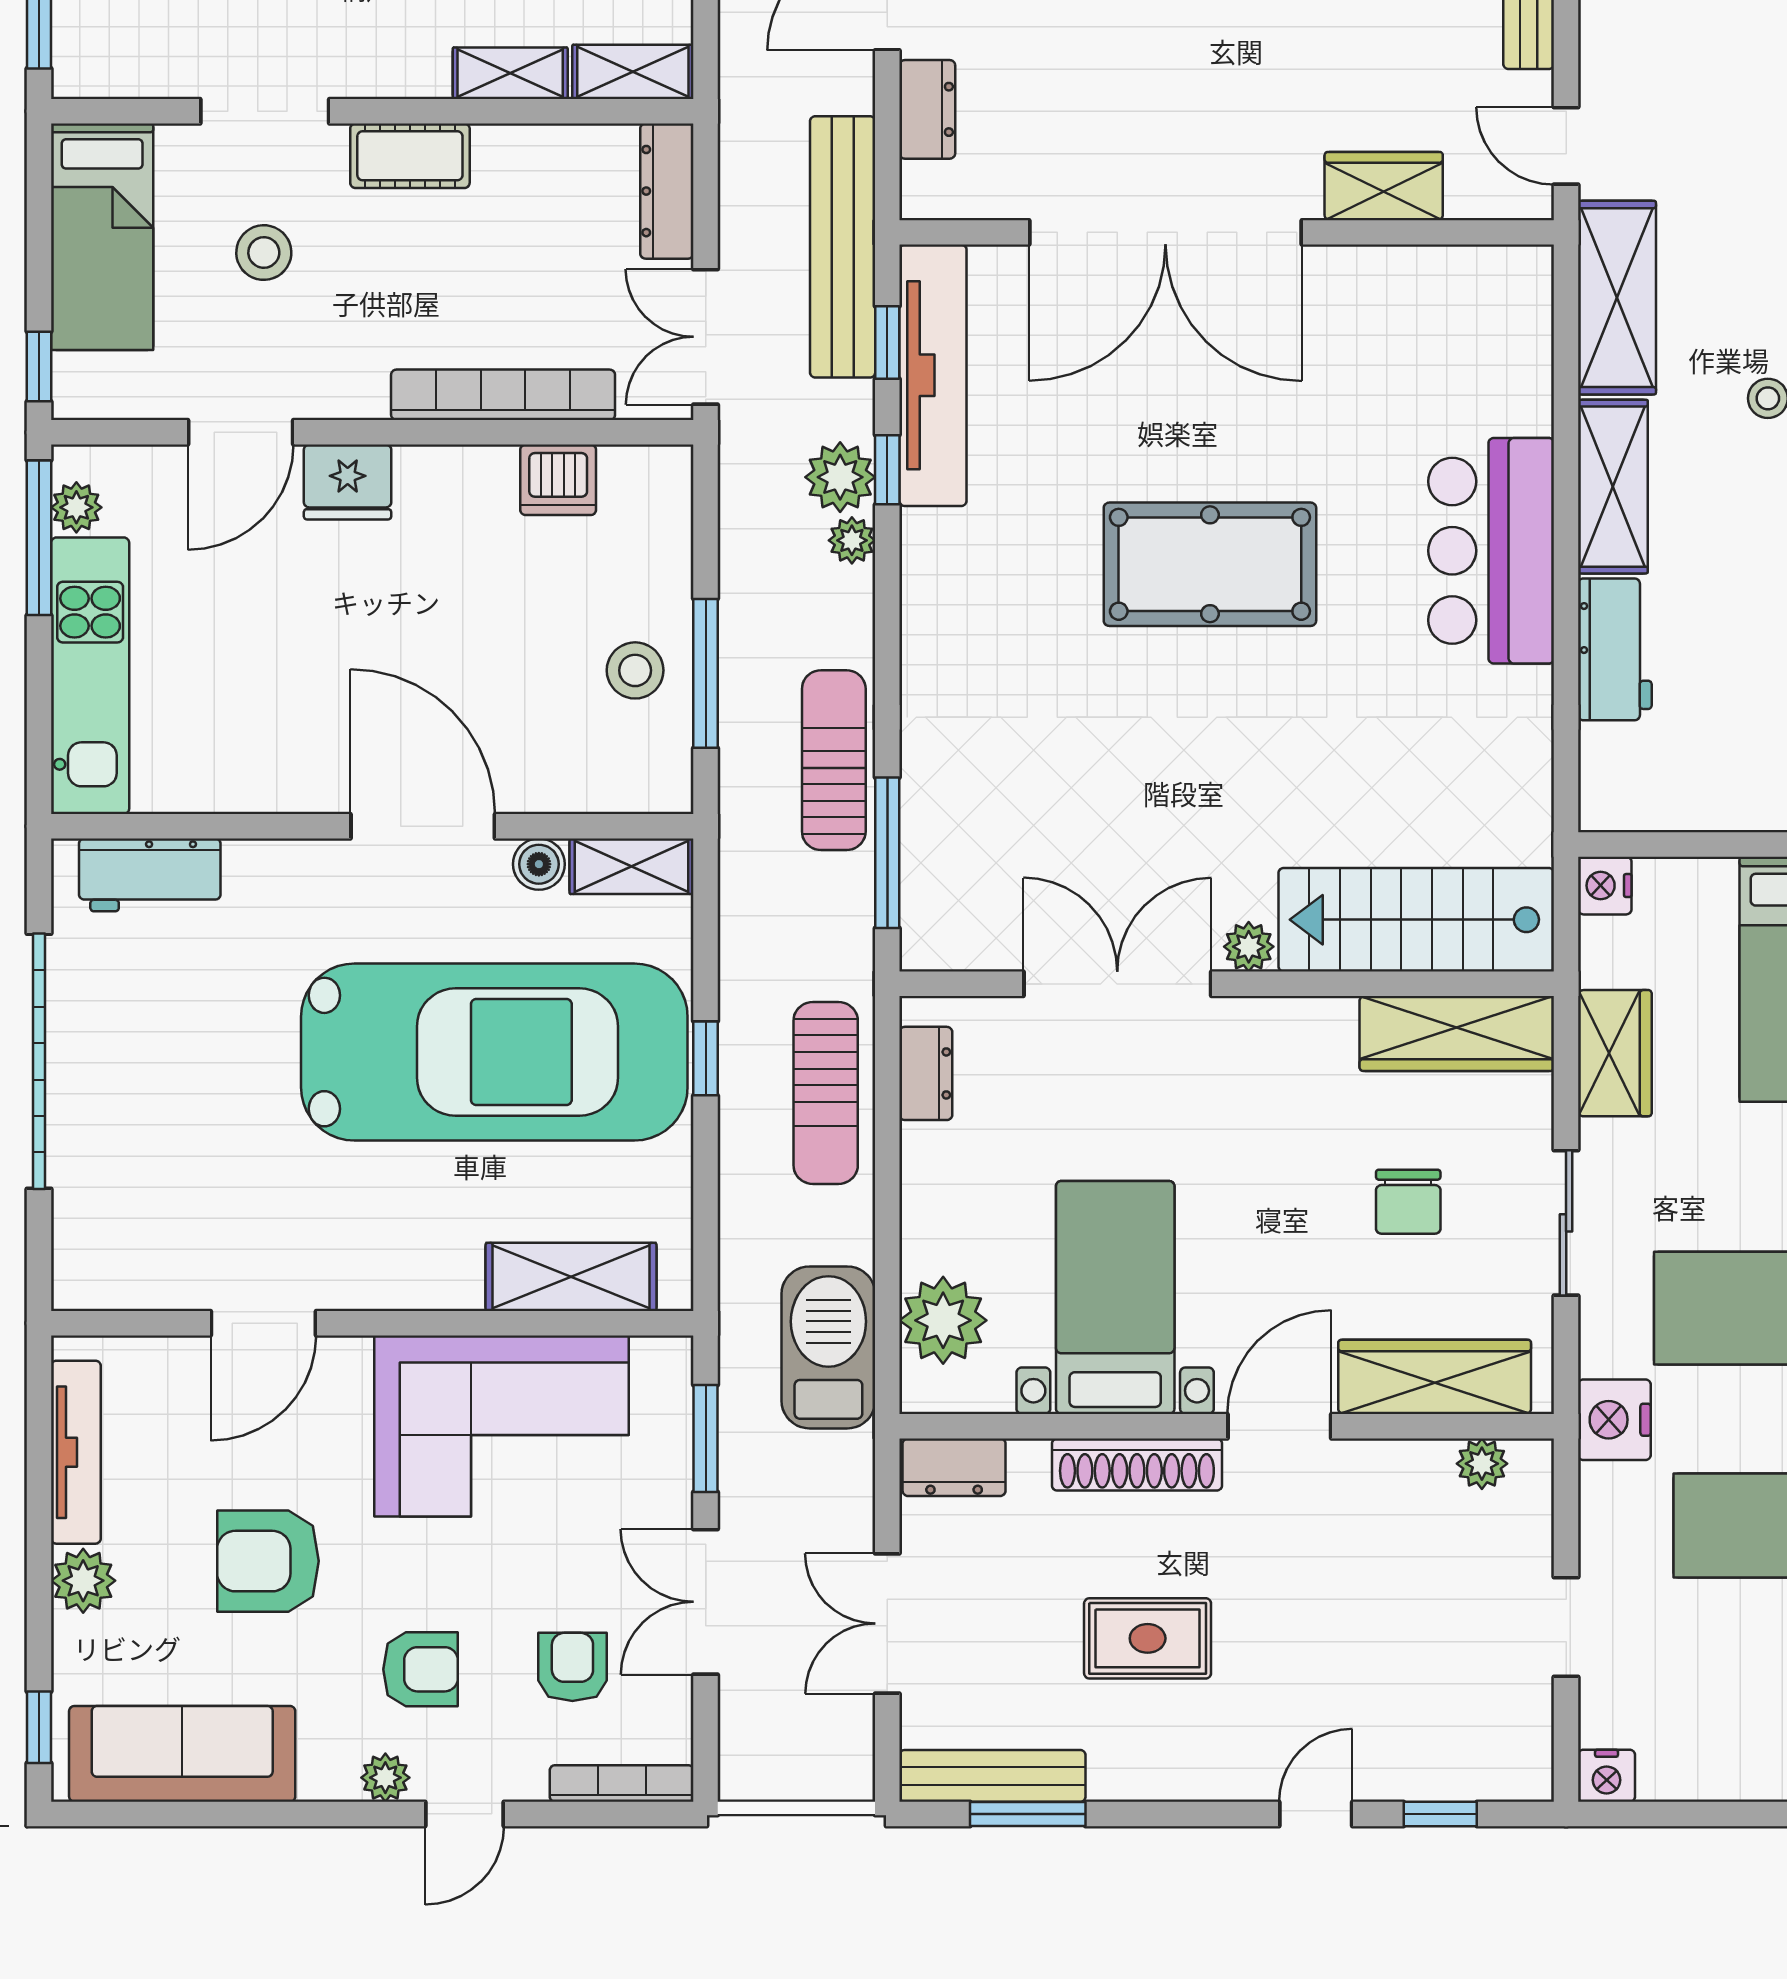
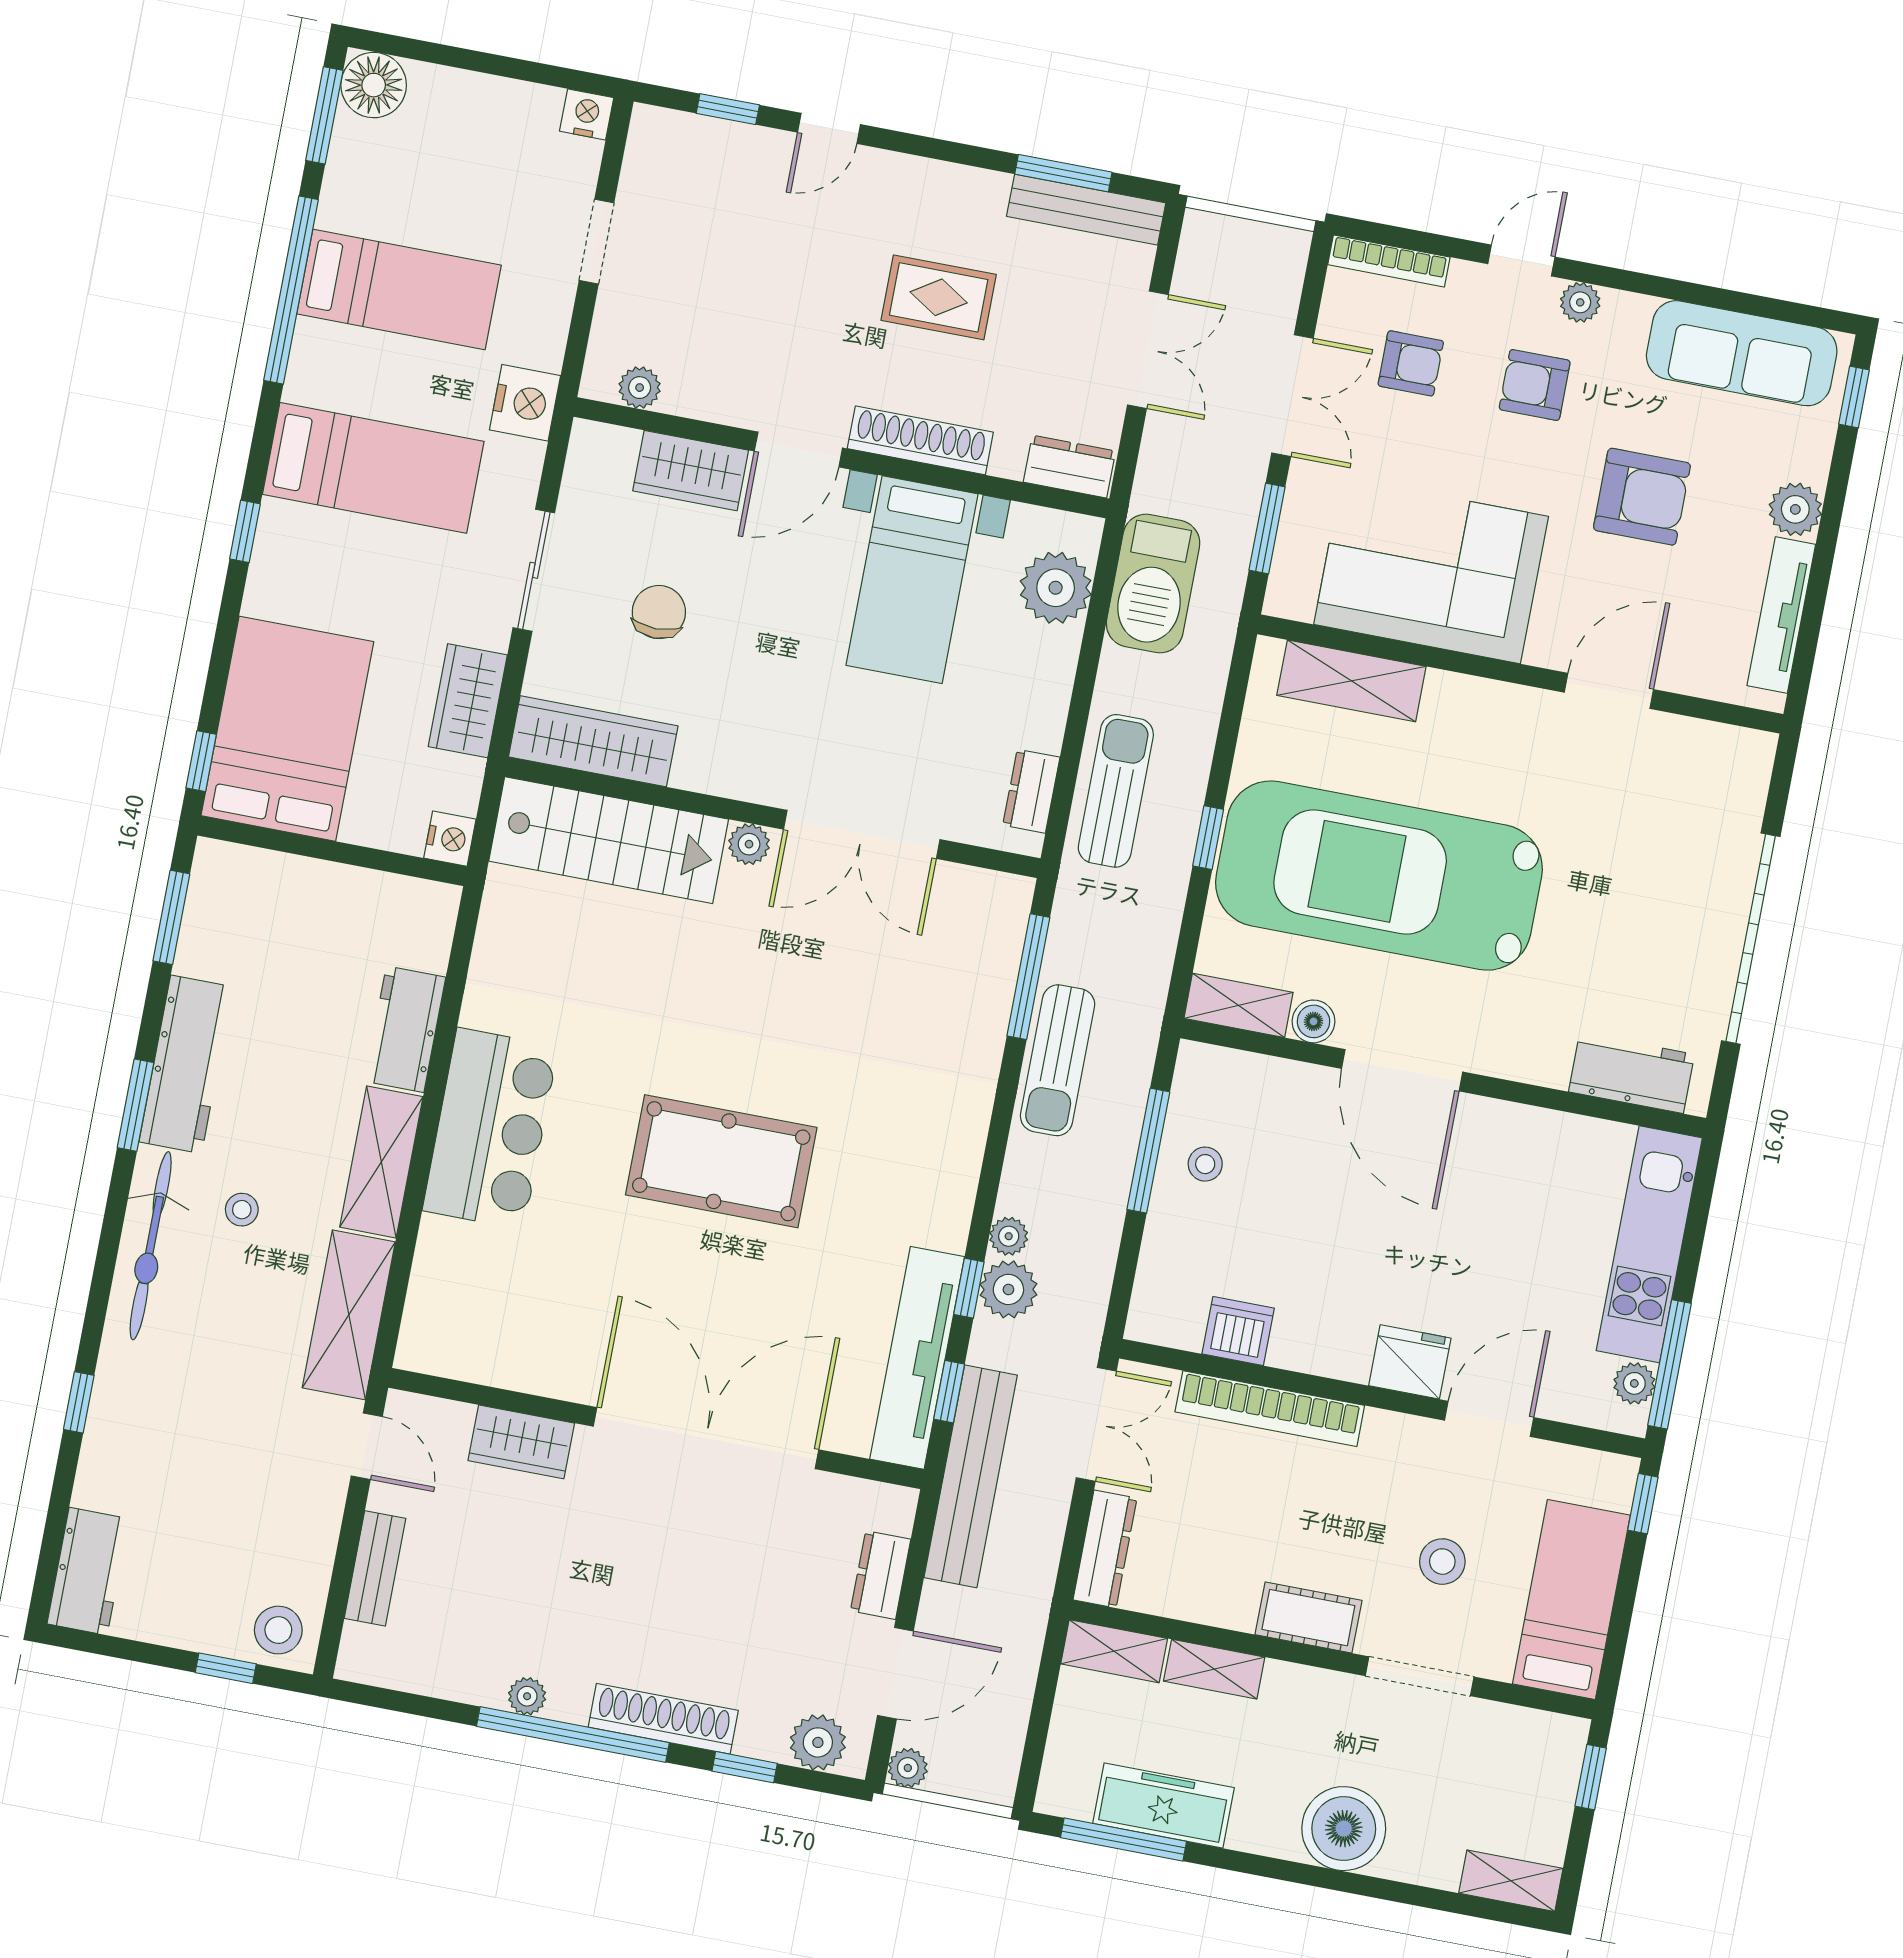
stool: (635, 670) -> (1205, 1164), width x0.73, depth x0.73
wardrobe: (1435, 1377) -> (691, 471), width x0.67
armchair: (572, 1667) -> (1411, 363), turned -90

